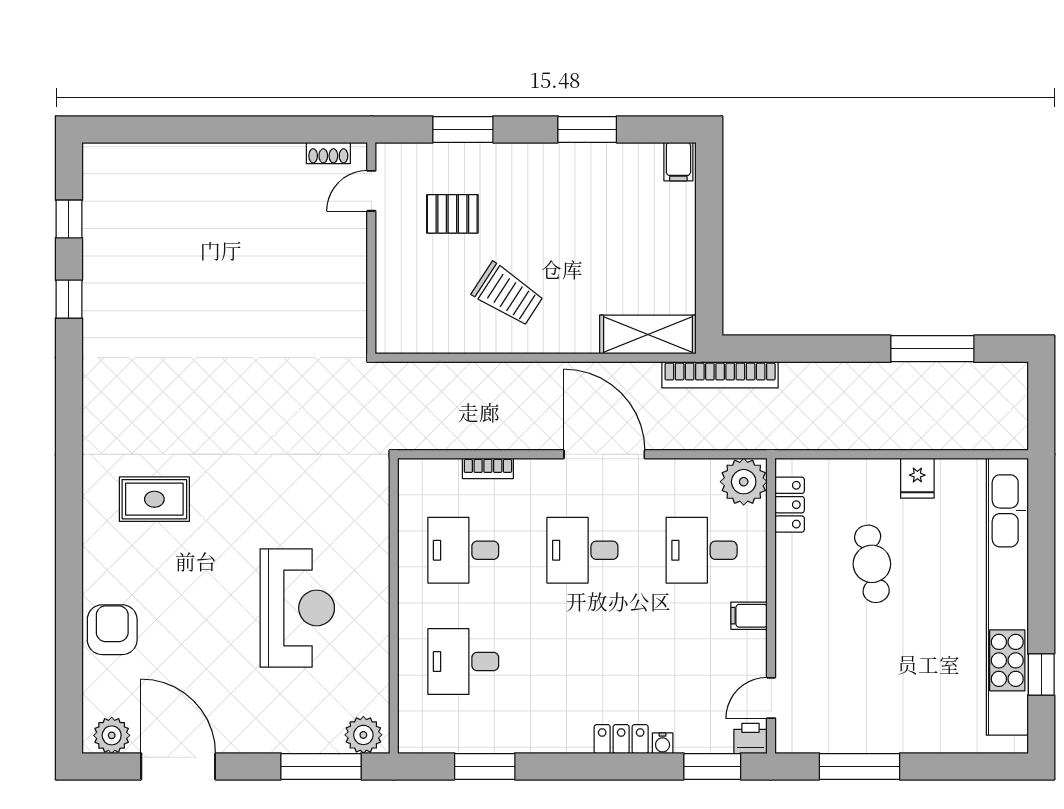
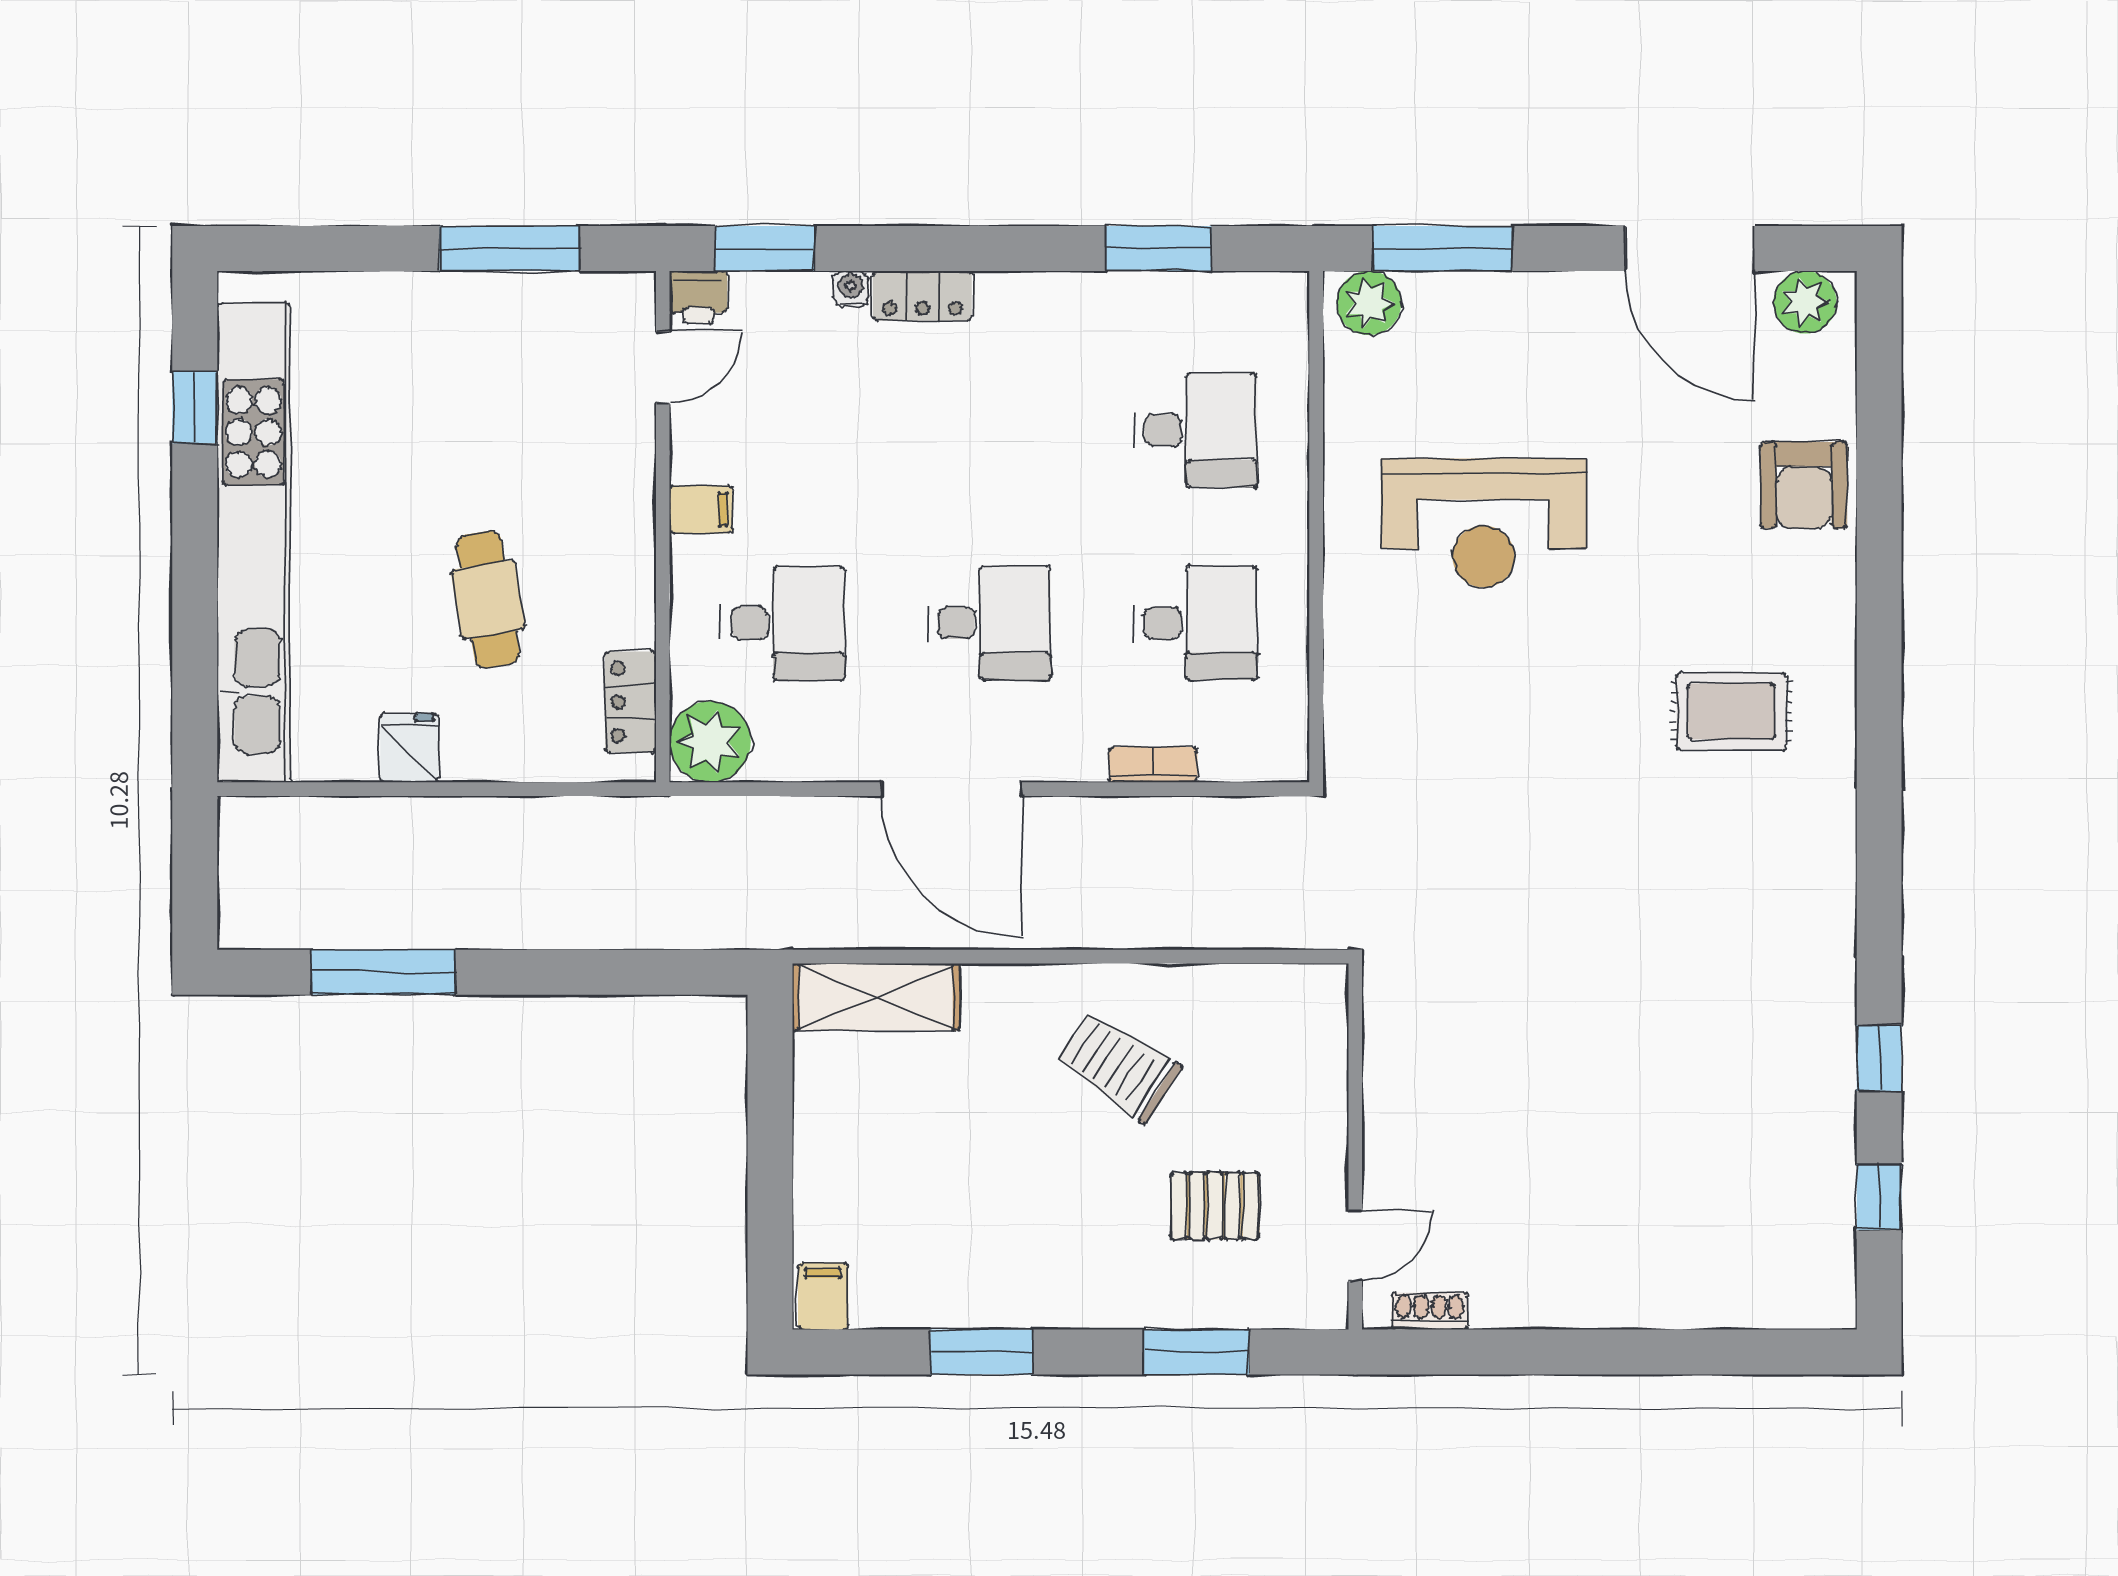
bookcase: (720, 375) -> (751, 927), removed
reception desk: (297, 608) -> (1484, 523), turned -90

